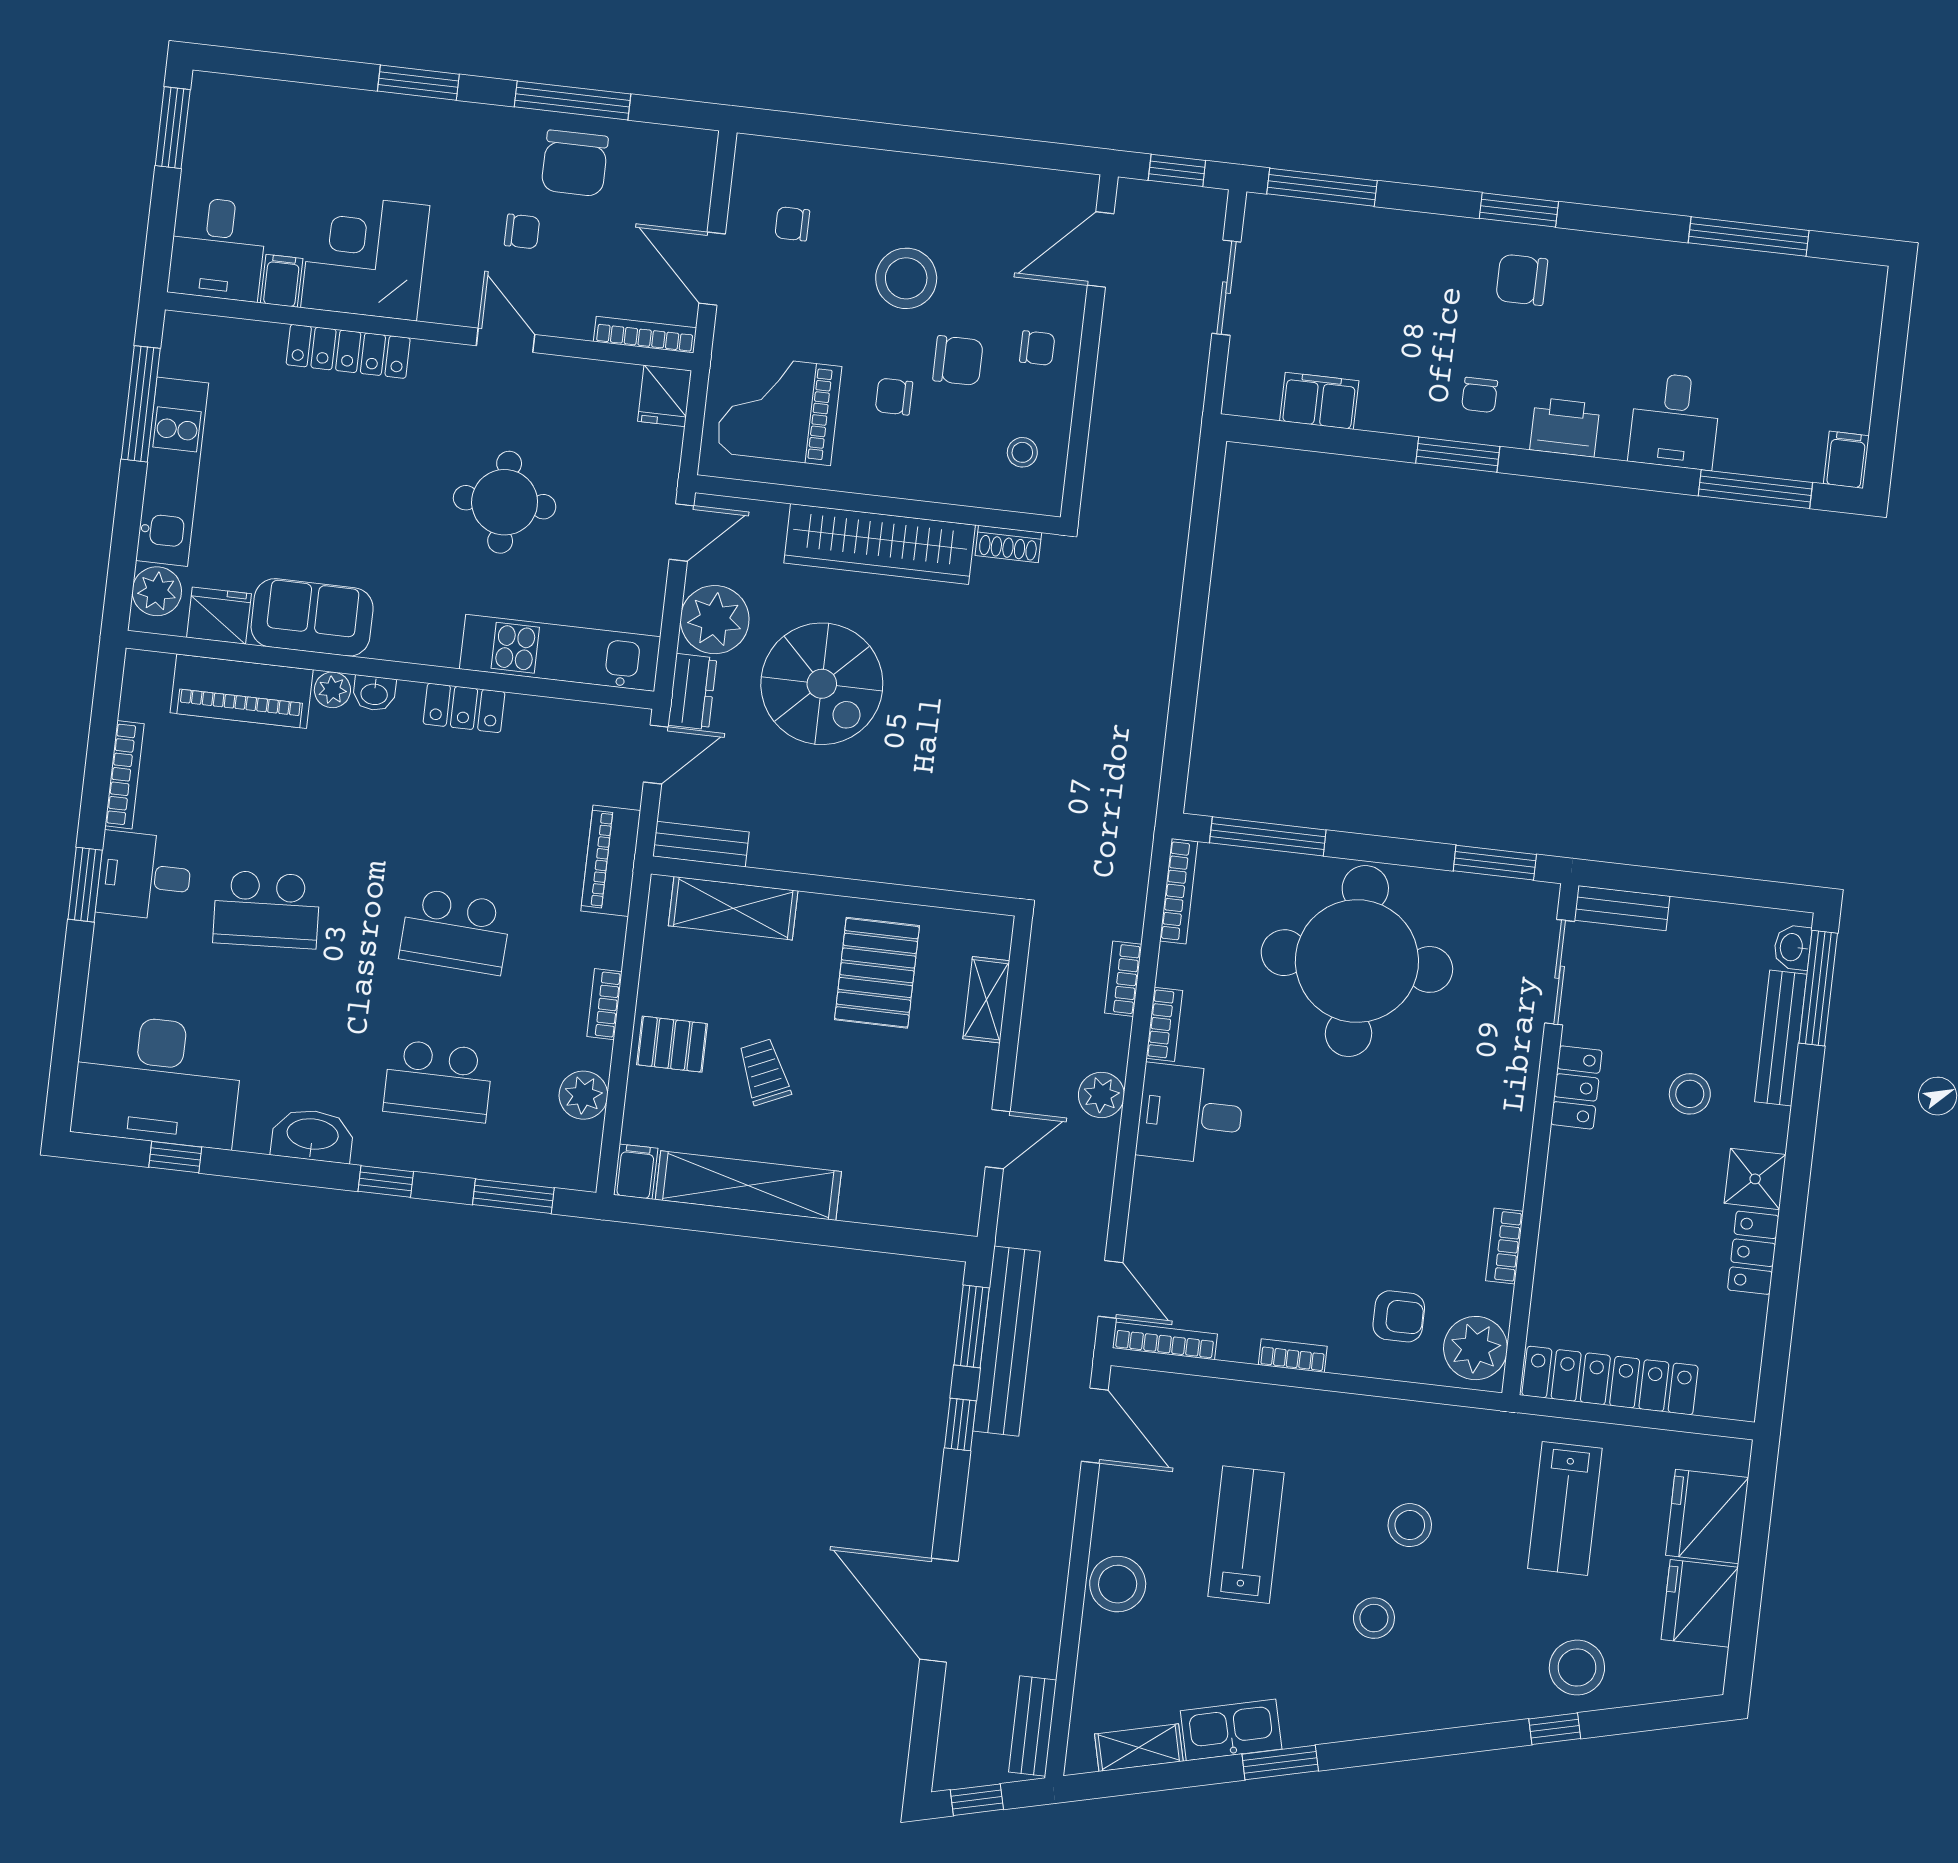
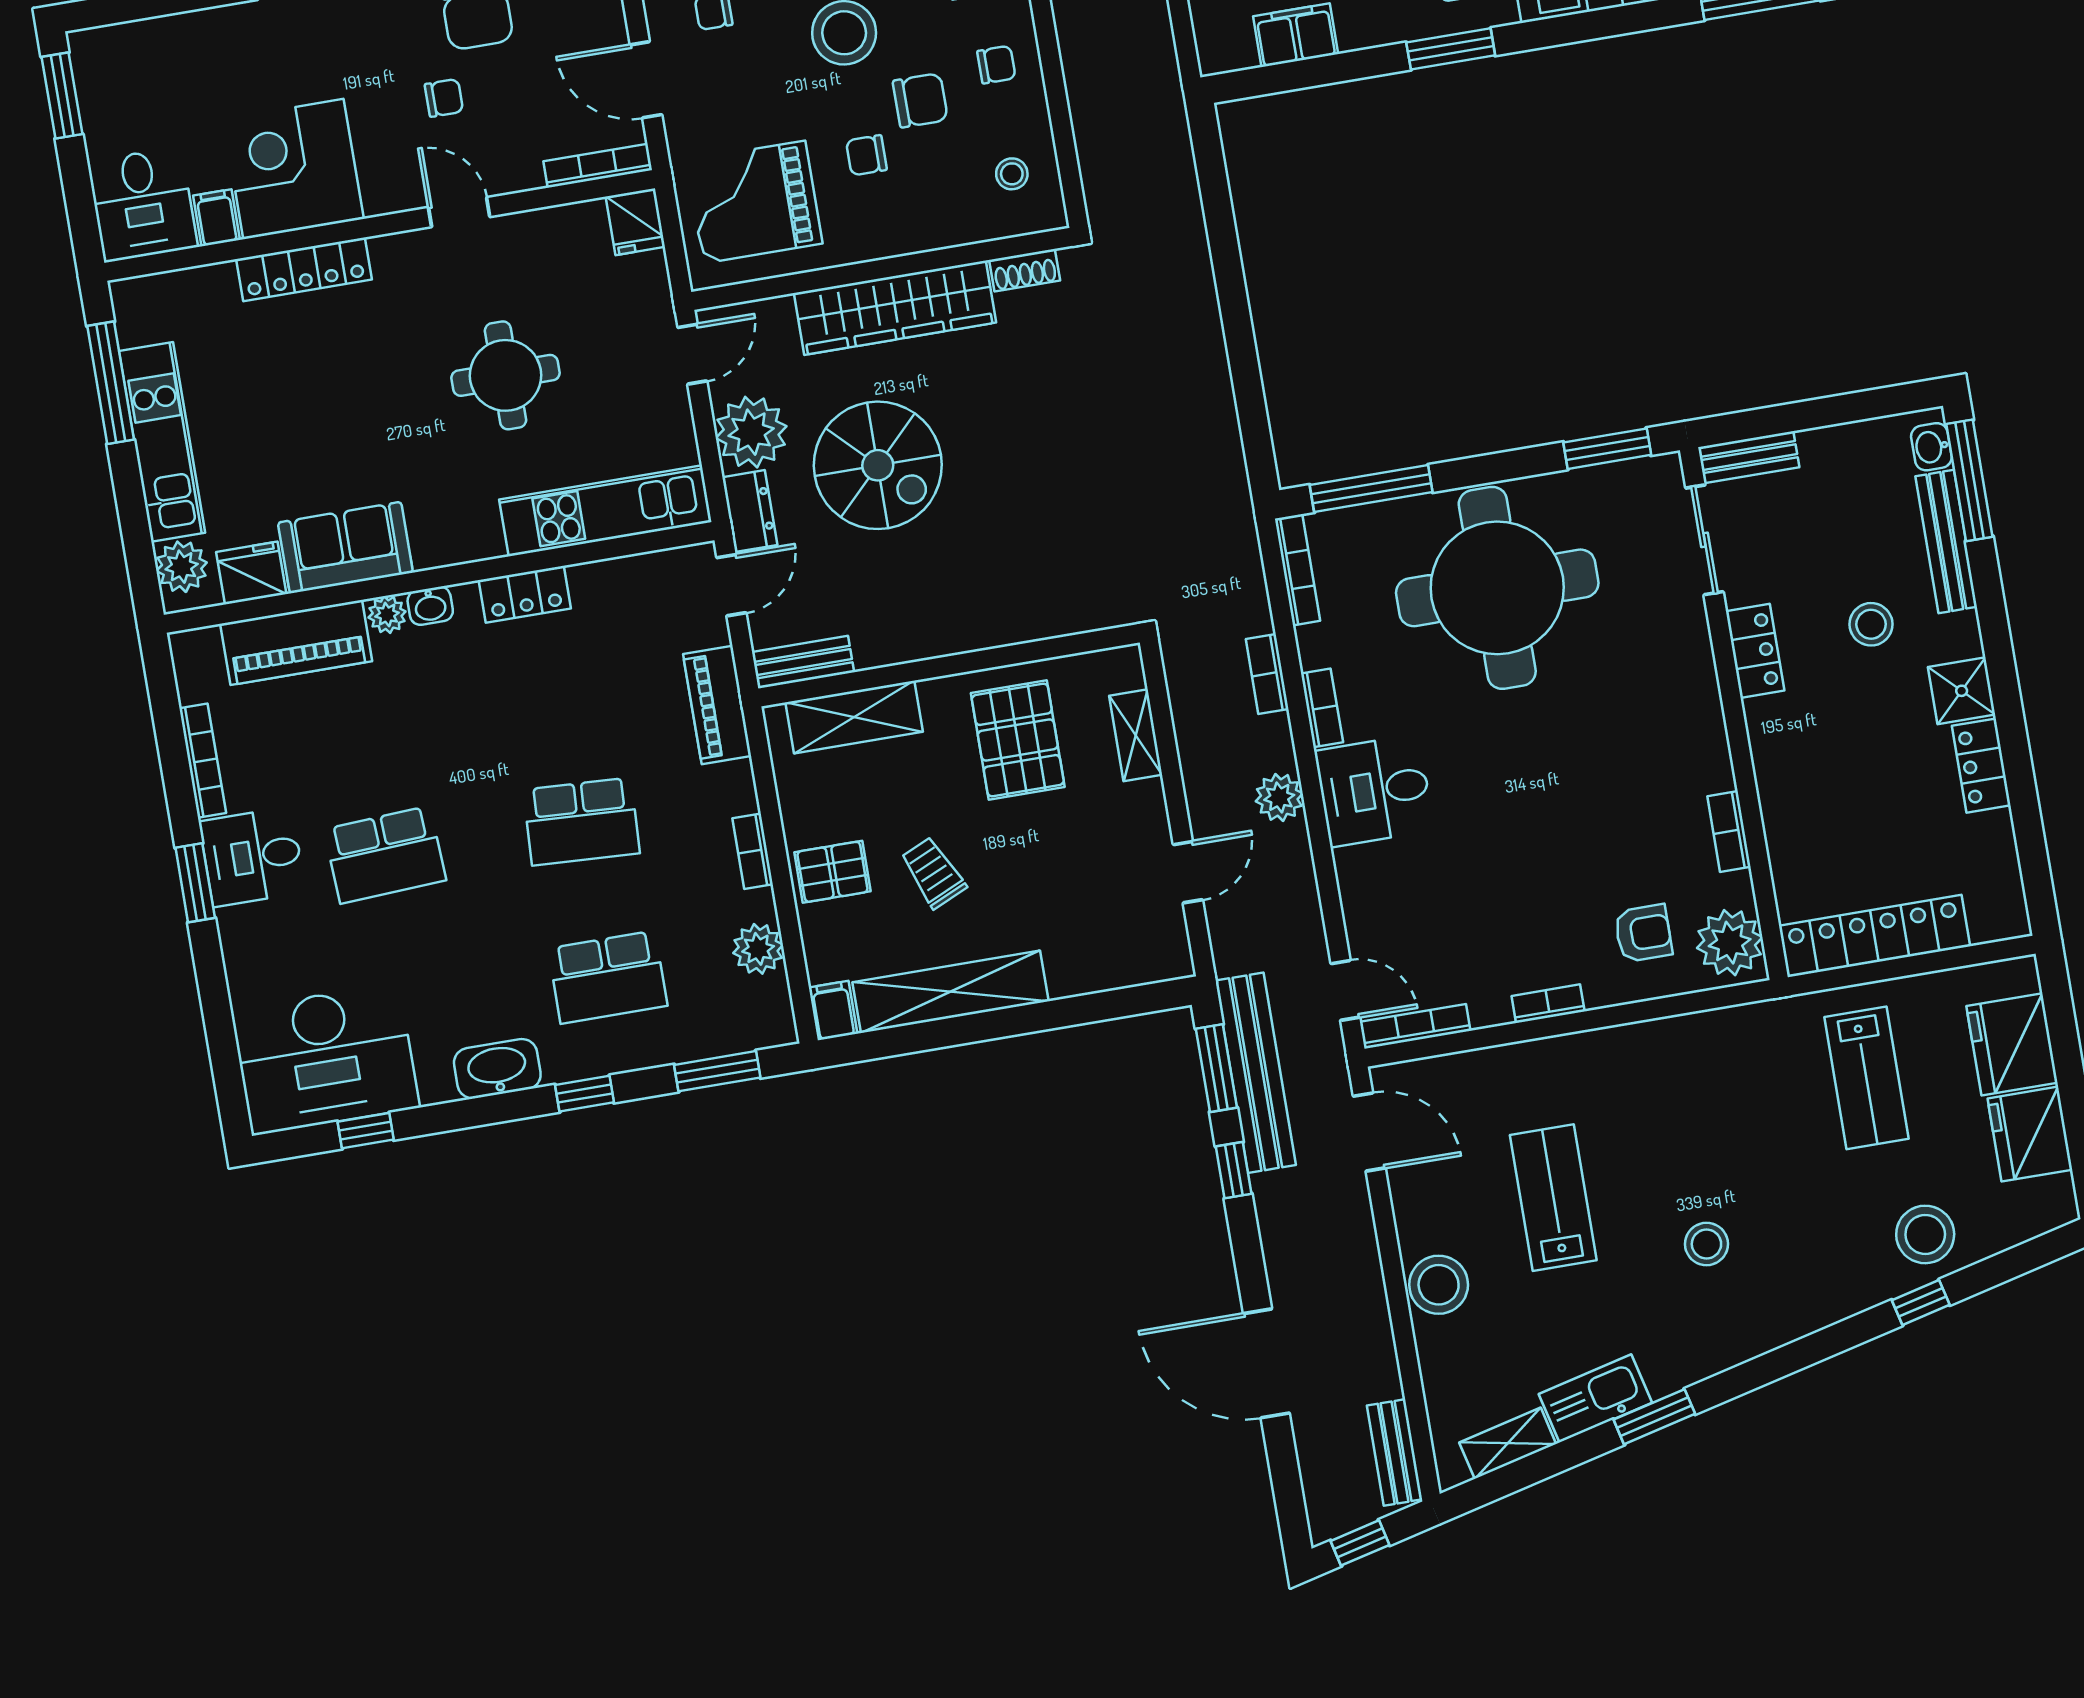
stool: (1410, 1525) -> (1715, 1140), removed

